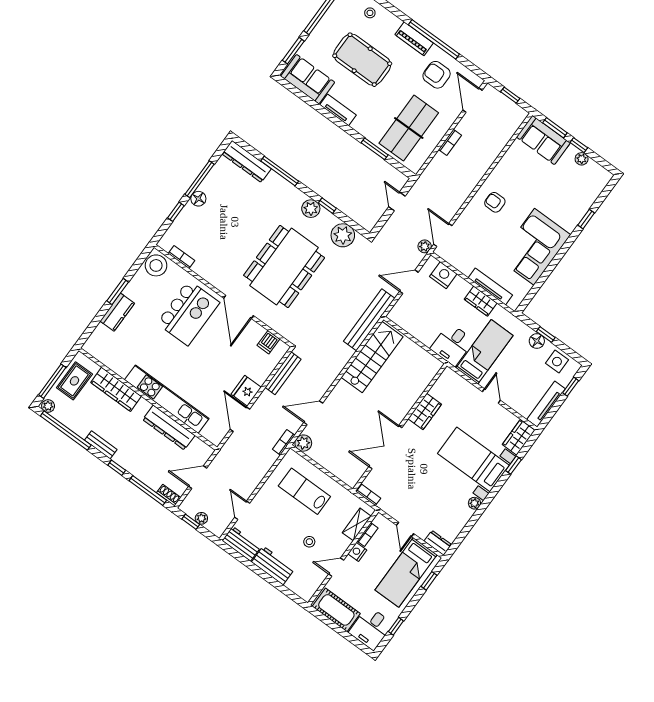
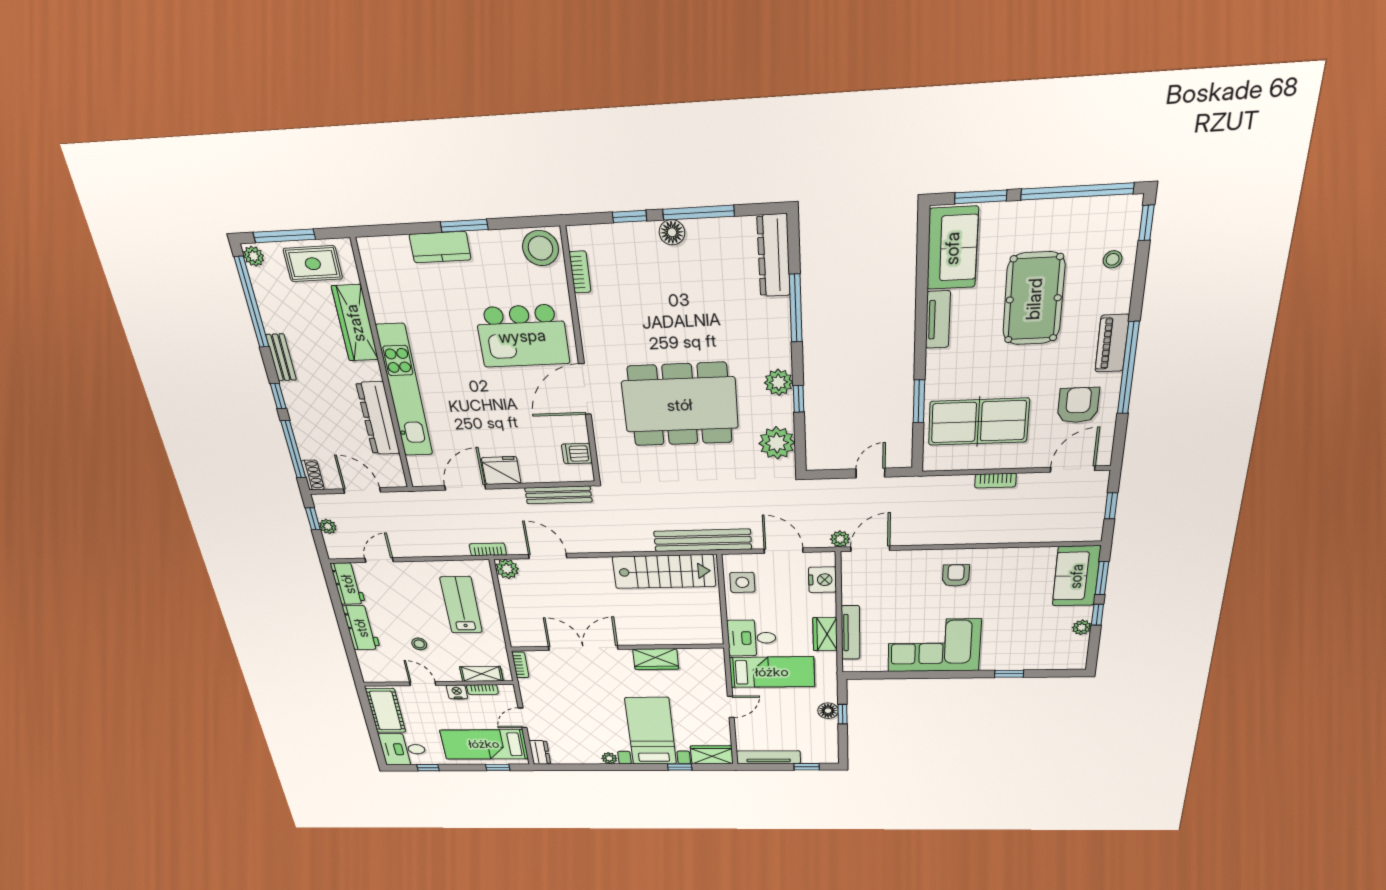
side table: (557, 362) -> (742, 582), moved

